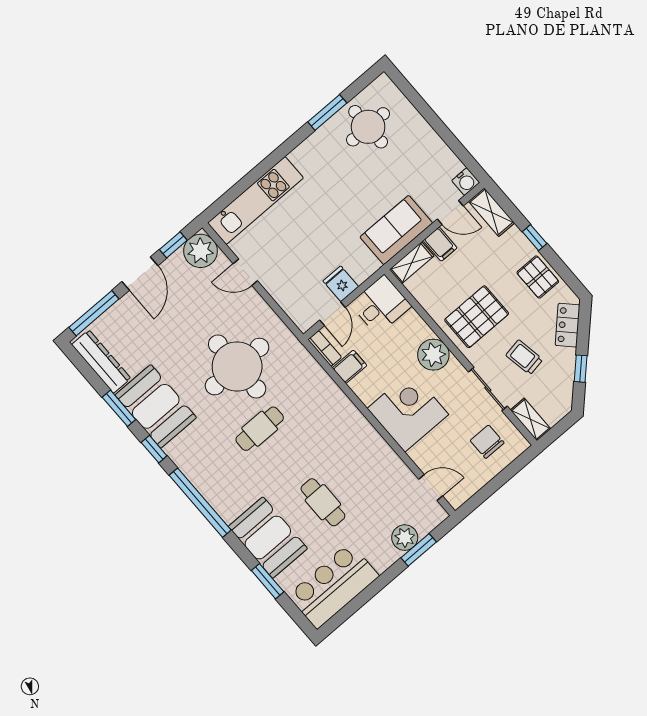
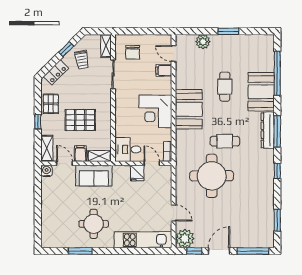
round table: (368, 127) -> (94, 224), moved
door: (332, 314) -> (152, 163), hinge flipped
pallet: (477, 317) -> (80, 120), moved
plant: (433, 355) -> (124, 109), removed
trolley: (524, 357) -> (82, 60), moved
dresser: (101, 362) -> (268, 130), moved
filing cabinet: (350, 367) -> (164, 71), moved
booth: (156, 406) -> (189, 109), moved
window: (119, 408) -> (277, 220), moved
corner desk: (408, 411) -> (155, 111), moved
window: (200, 503) -> (277, 131), width x0.68
window: (419, 550) -> (228, 31), moved
window: (268, 581) -> (277, 73), width x2.11
bar counter: (333, 586) -> (251, 47), removed

